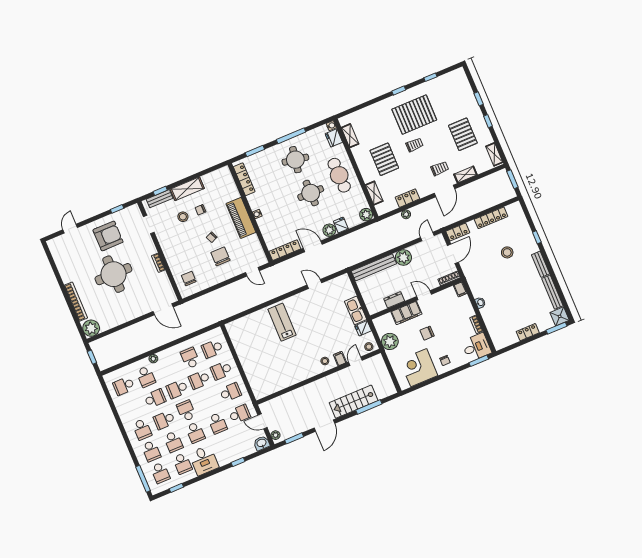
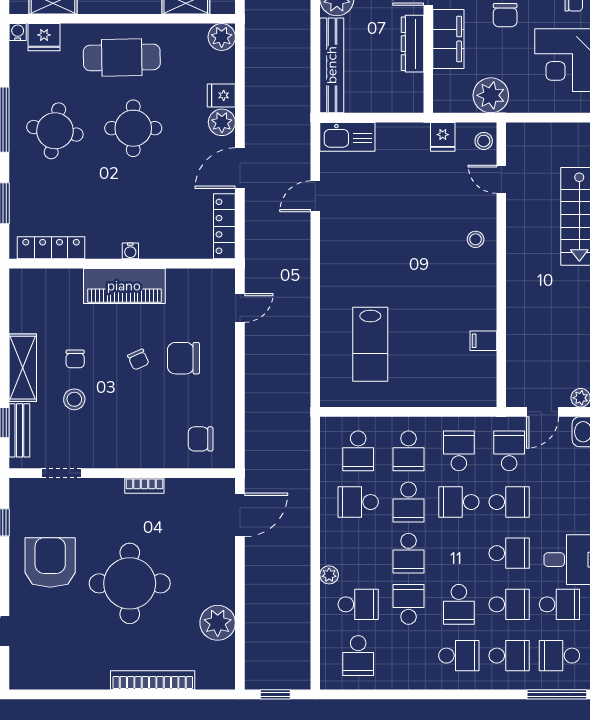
dresser: (394, 300) -> (412, 44), width x1.44
kitchen sink: (356, 310) -> (347, 137), moved
lab bench: (282, 322) -> (370, 344), moved, turned -90
plant: (91, 328) -> (218, 623), moved
filing cabinet: (340, 359) -> (483, 341), moved
school desk: (186, 411) -> (459, 502), moved
school desk: (160, 473) -> (559, 656), turned 180

